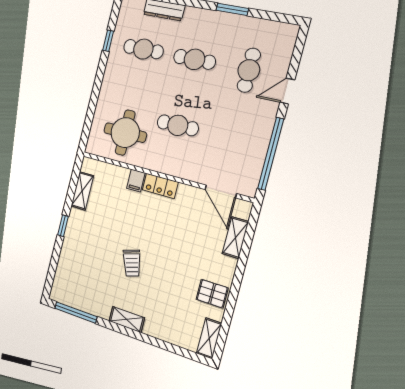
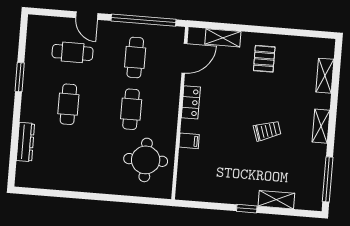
window: (108, 41) -> (60, 194), removed
cafe table: (143, 49) -> (135, 57), moved
locker: (160, 186) -> (191, 102), moved
shelving: (82, 191) -> (276, 200), moved
pallet: (212, 294) -> (264, 59), moved
shelving: (209, 338) -> (325, 76), moved, turned 90

